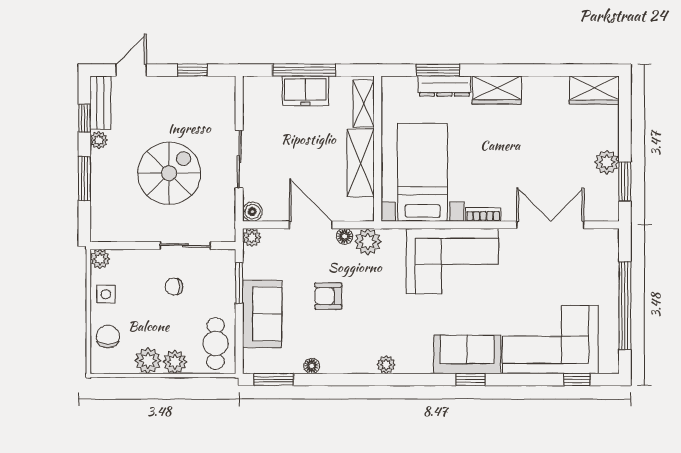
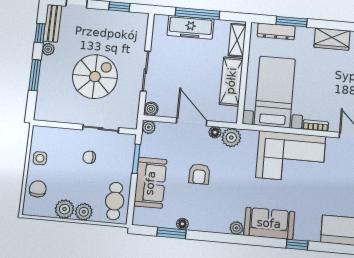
dresser: (444, 86) -> (276, 31), moved
freezer: (305, 91) -> (191, 27), width x1.40
plant: (100, 259) -> (39, 133), removed
armchair: (328, 296) -> (199, 174), turned -90
sofa: (467, 354) -> (269, 223), moved
window: (274, 380) -> (171, 233), moved

